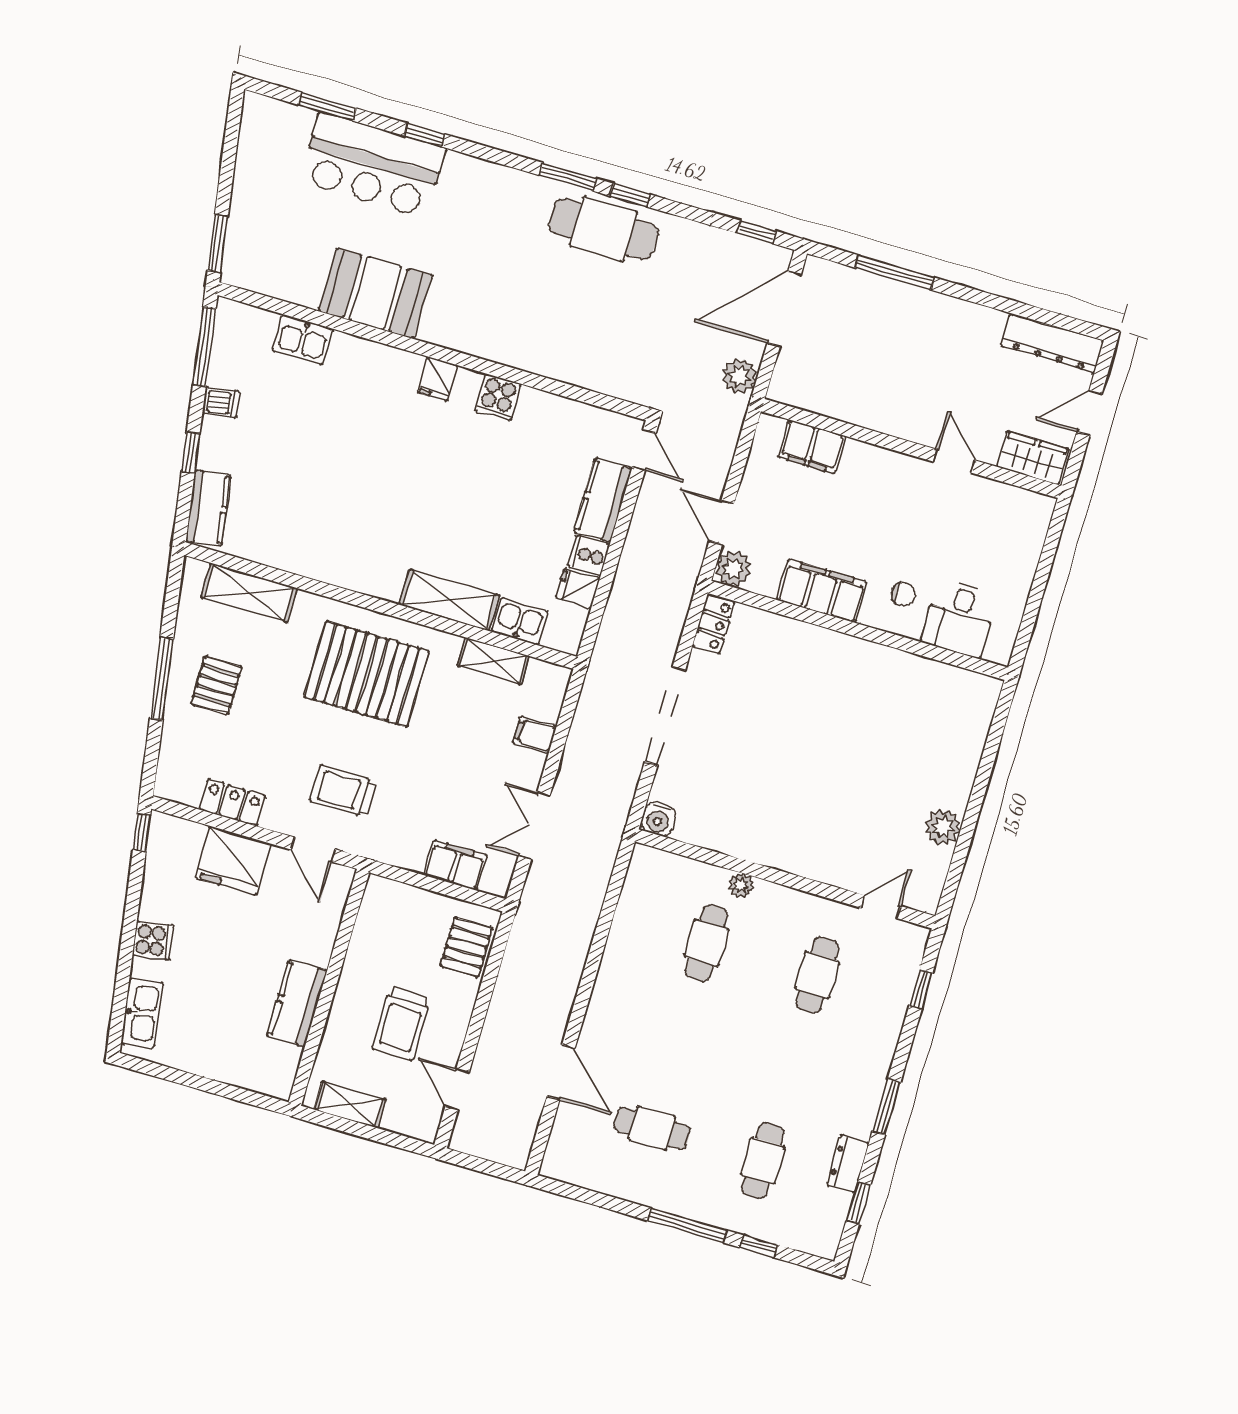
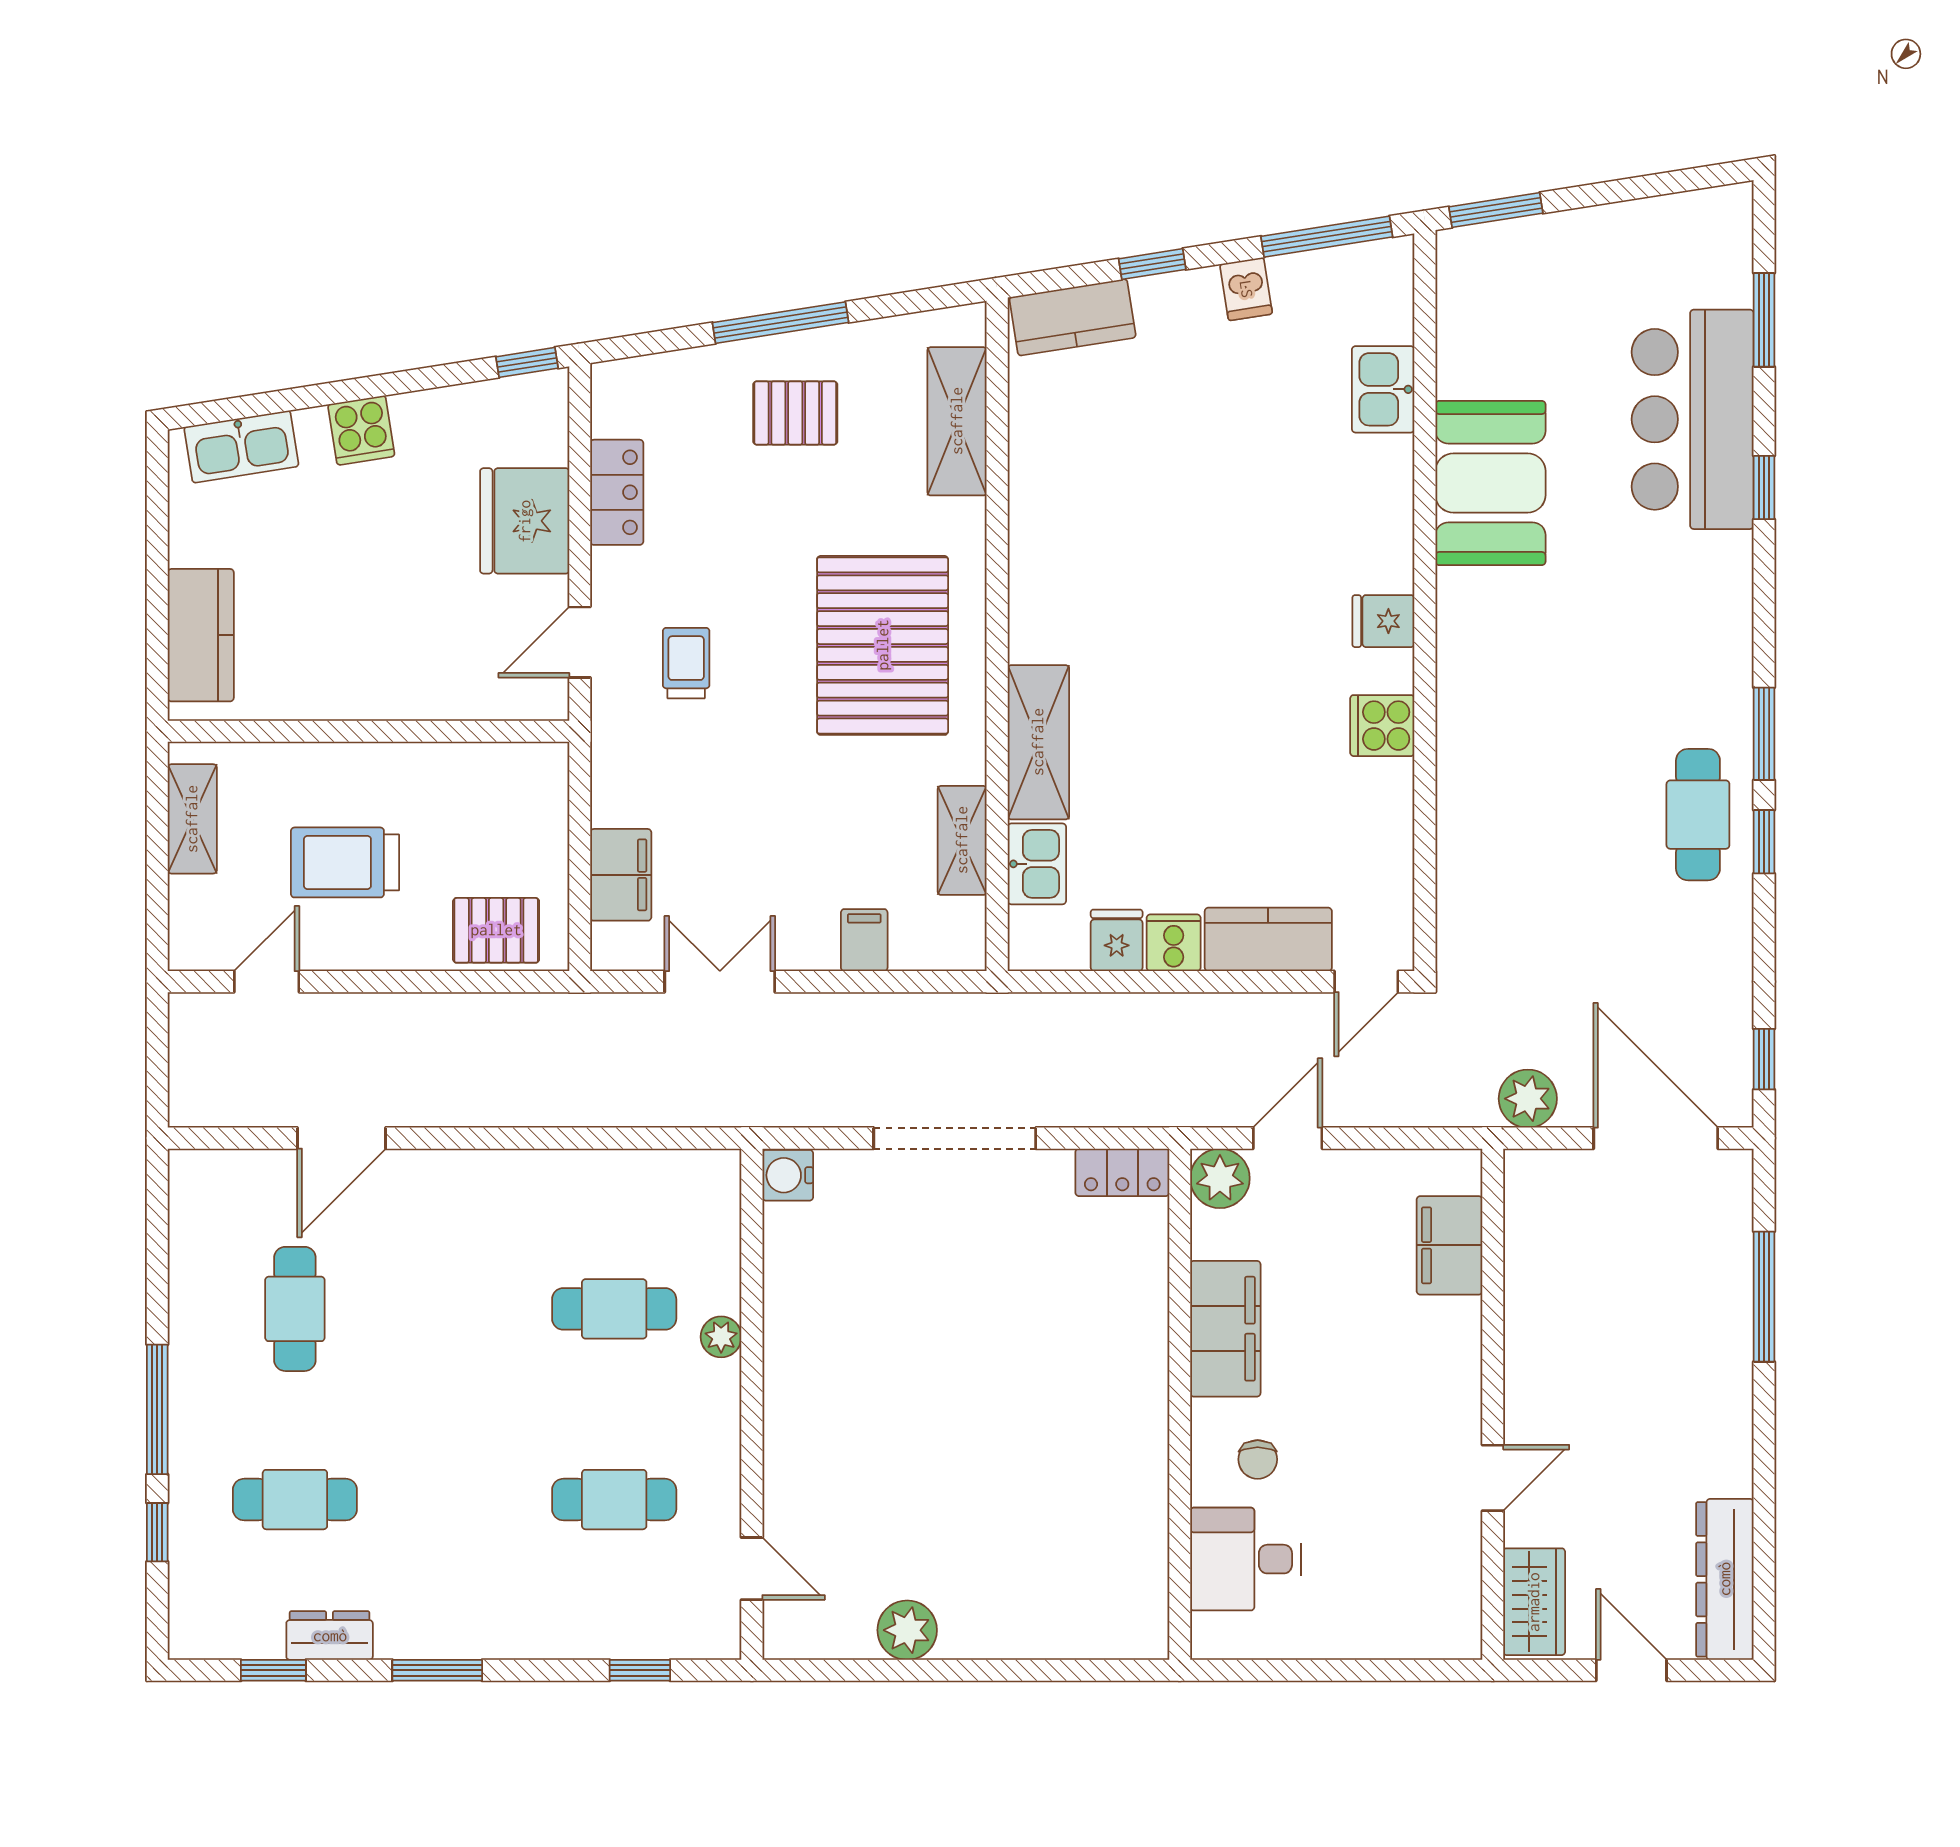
cafe table: (603, 229) -> (1698, 815), width x0.73, depth x0.74
trolley: (343, 791) -> (686, 663), width x0.73, depth x0.72
kitchen counter: (297, 1003) -> (201, 635), moved, turned 90

